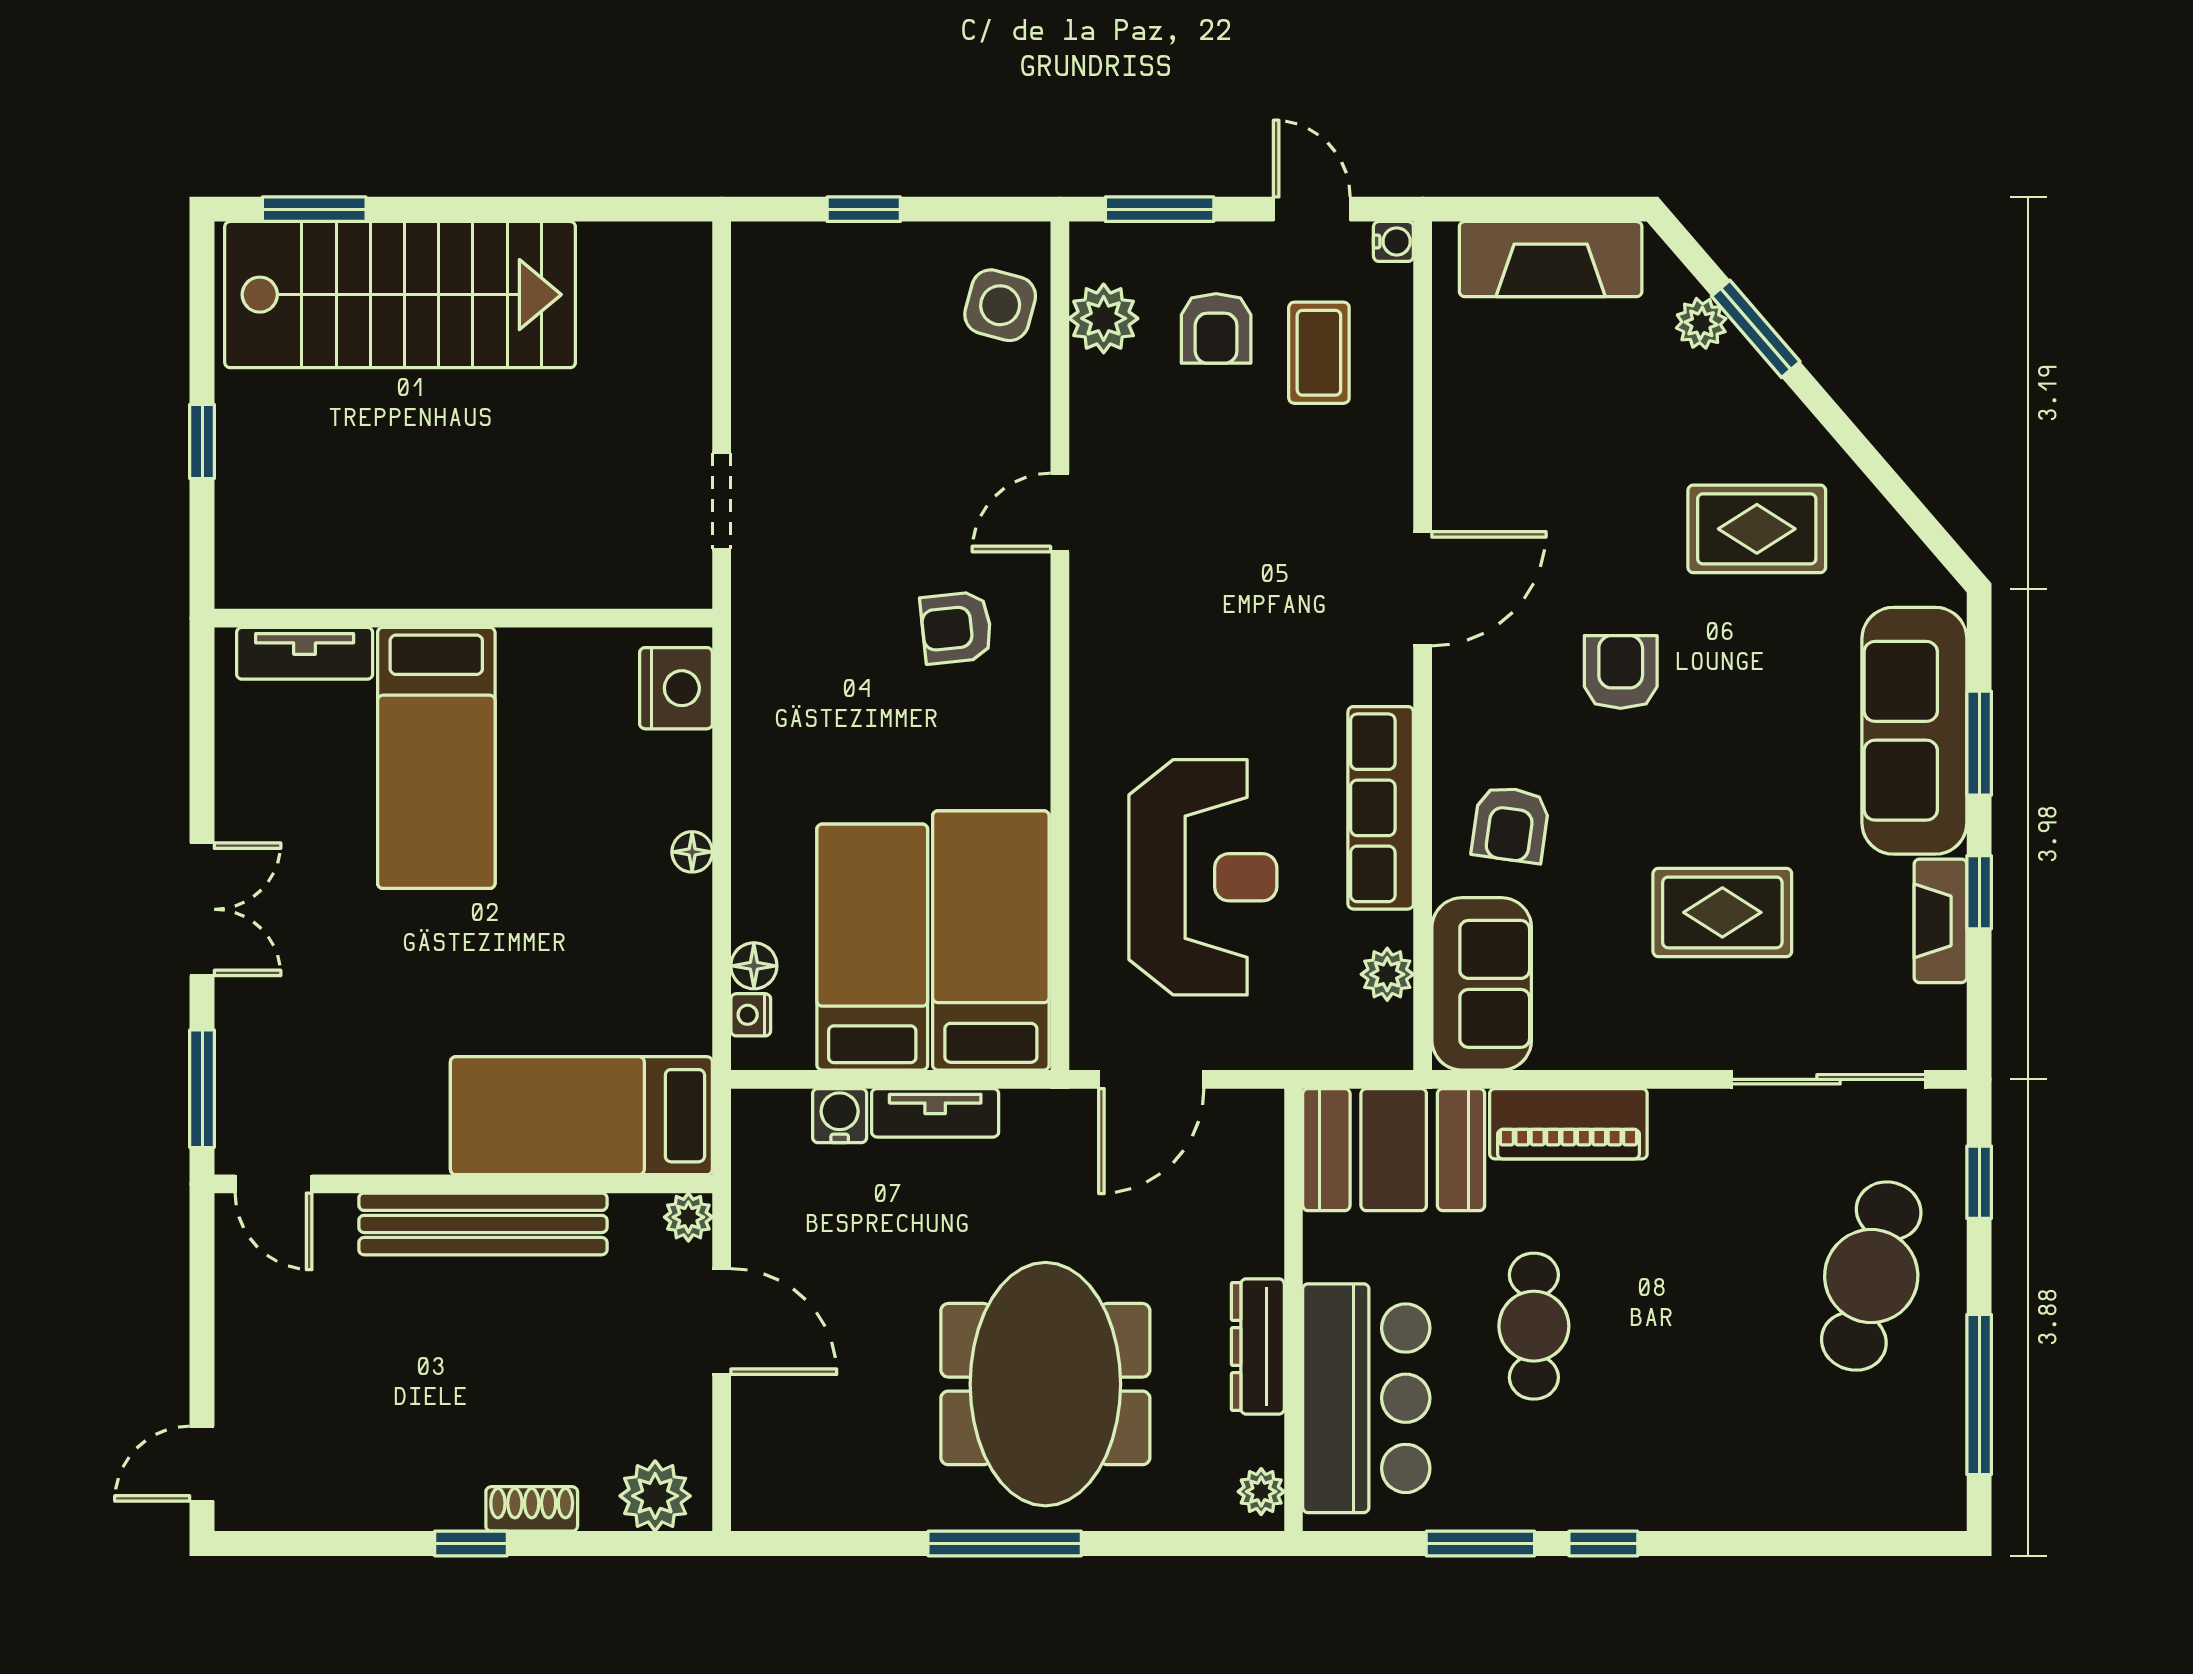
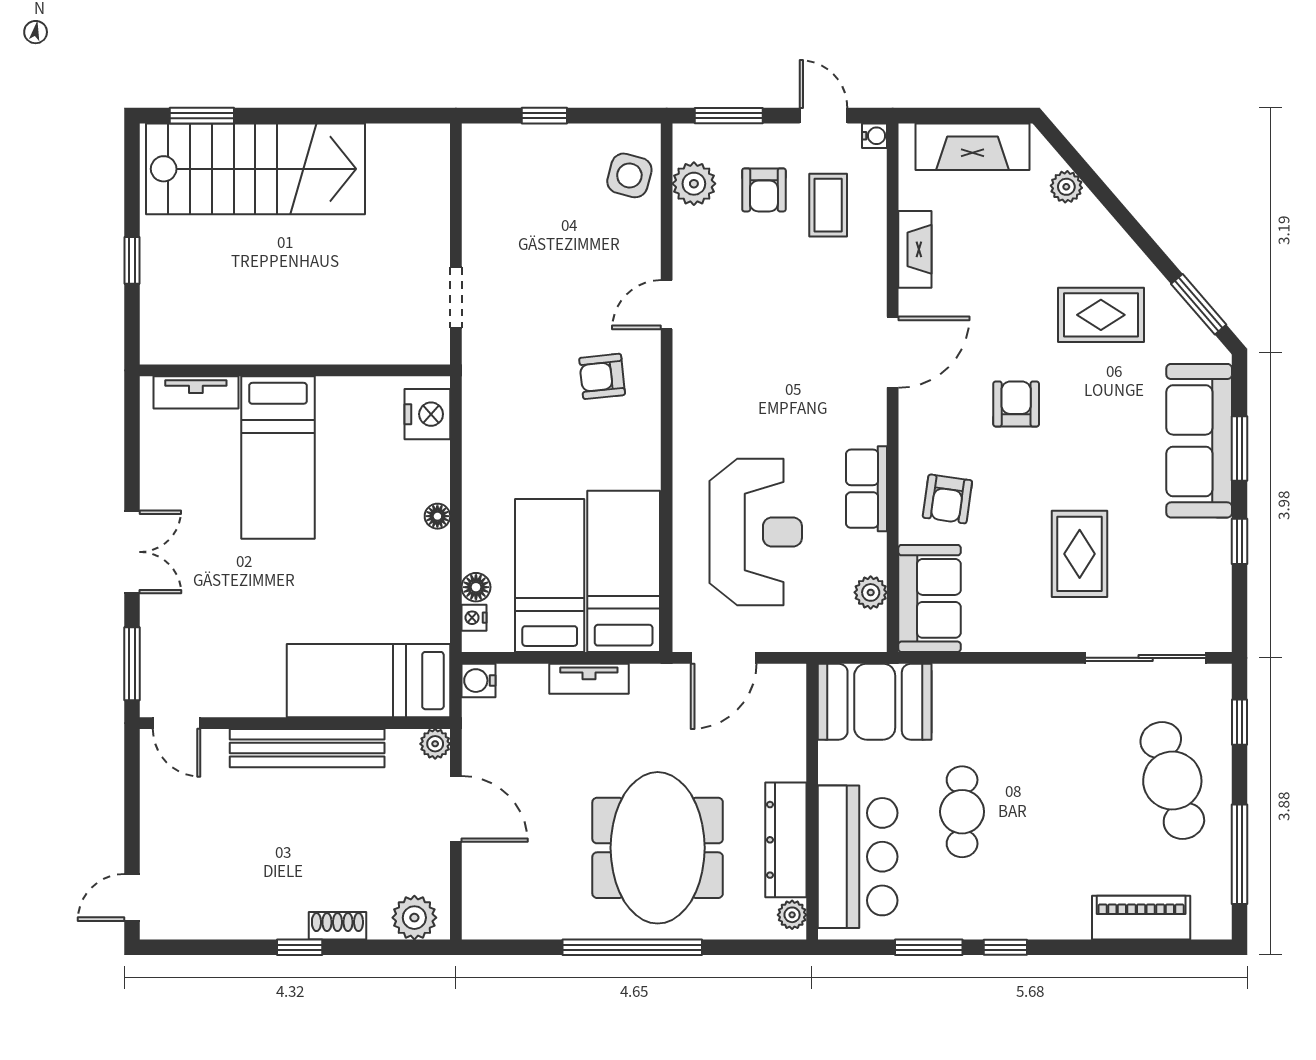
window: (1756, 329) -> (1199, 304), moved
row of seats: (1381, 808) -> (867, 489), width x0.68
rug: (1722, 912) -> (1080, 554), turned 90
fireplace: (1940, 921) -> (915, 249), moved, turned 180
water cooler: (840, 1116) -> (478, 681), moved, turned -90
piano: (1568, 1124) -> (1141, 918), moved, turned 180
cafe table: (1871, 1276) -> (1172, 781), turned -31
dresser: (1258, 1346) -> (786, 840), width x1.37, depth x1.24
window: (1005, 1544) -> (632, 947), width x1.46

